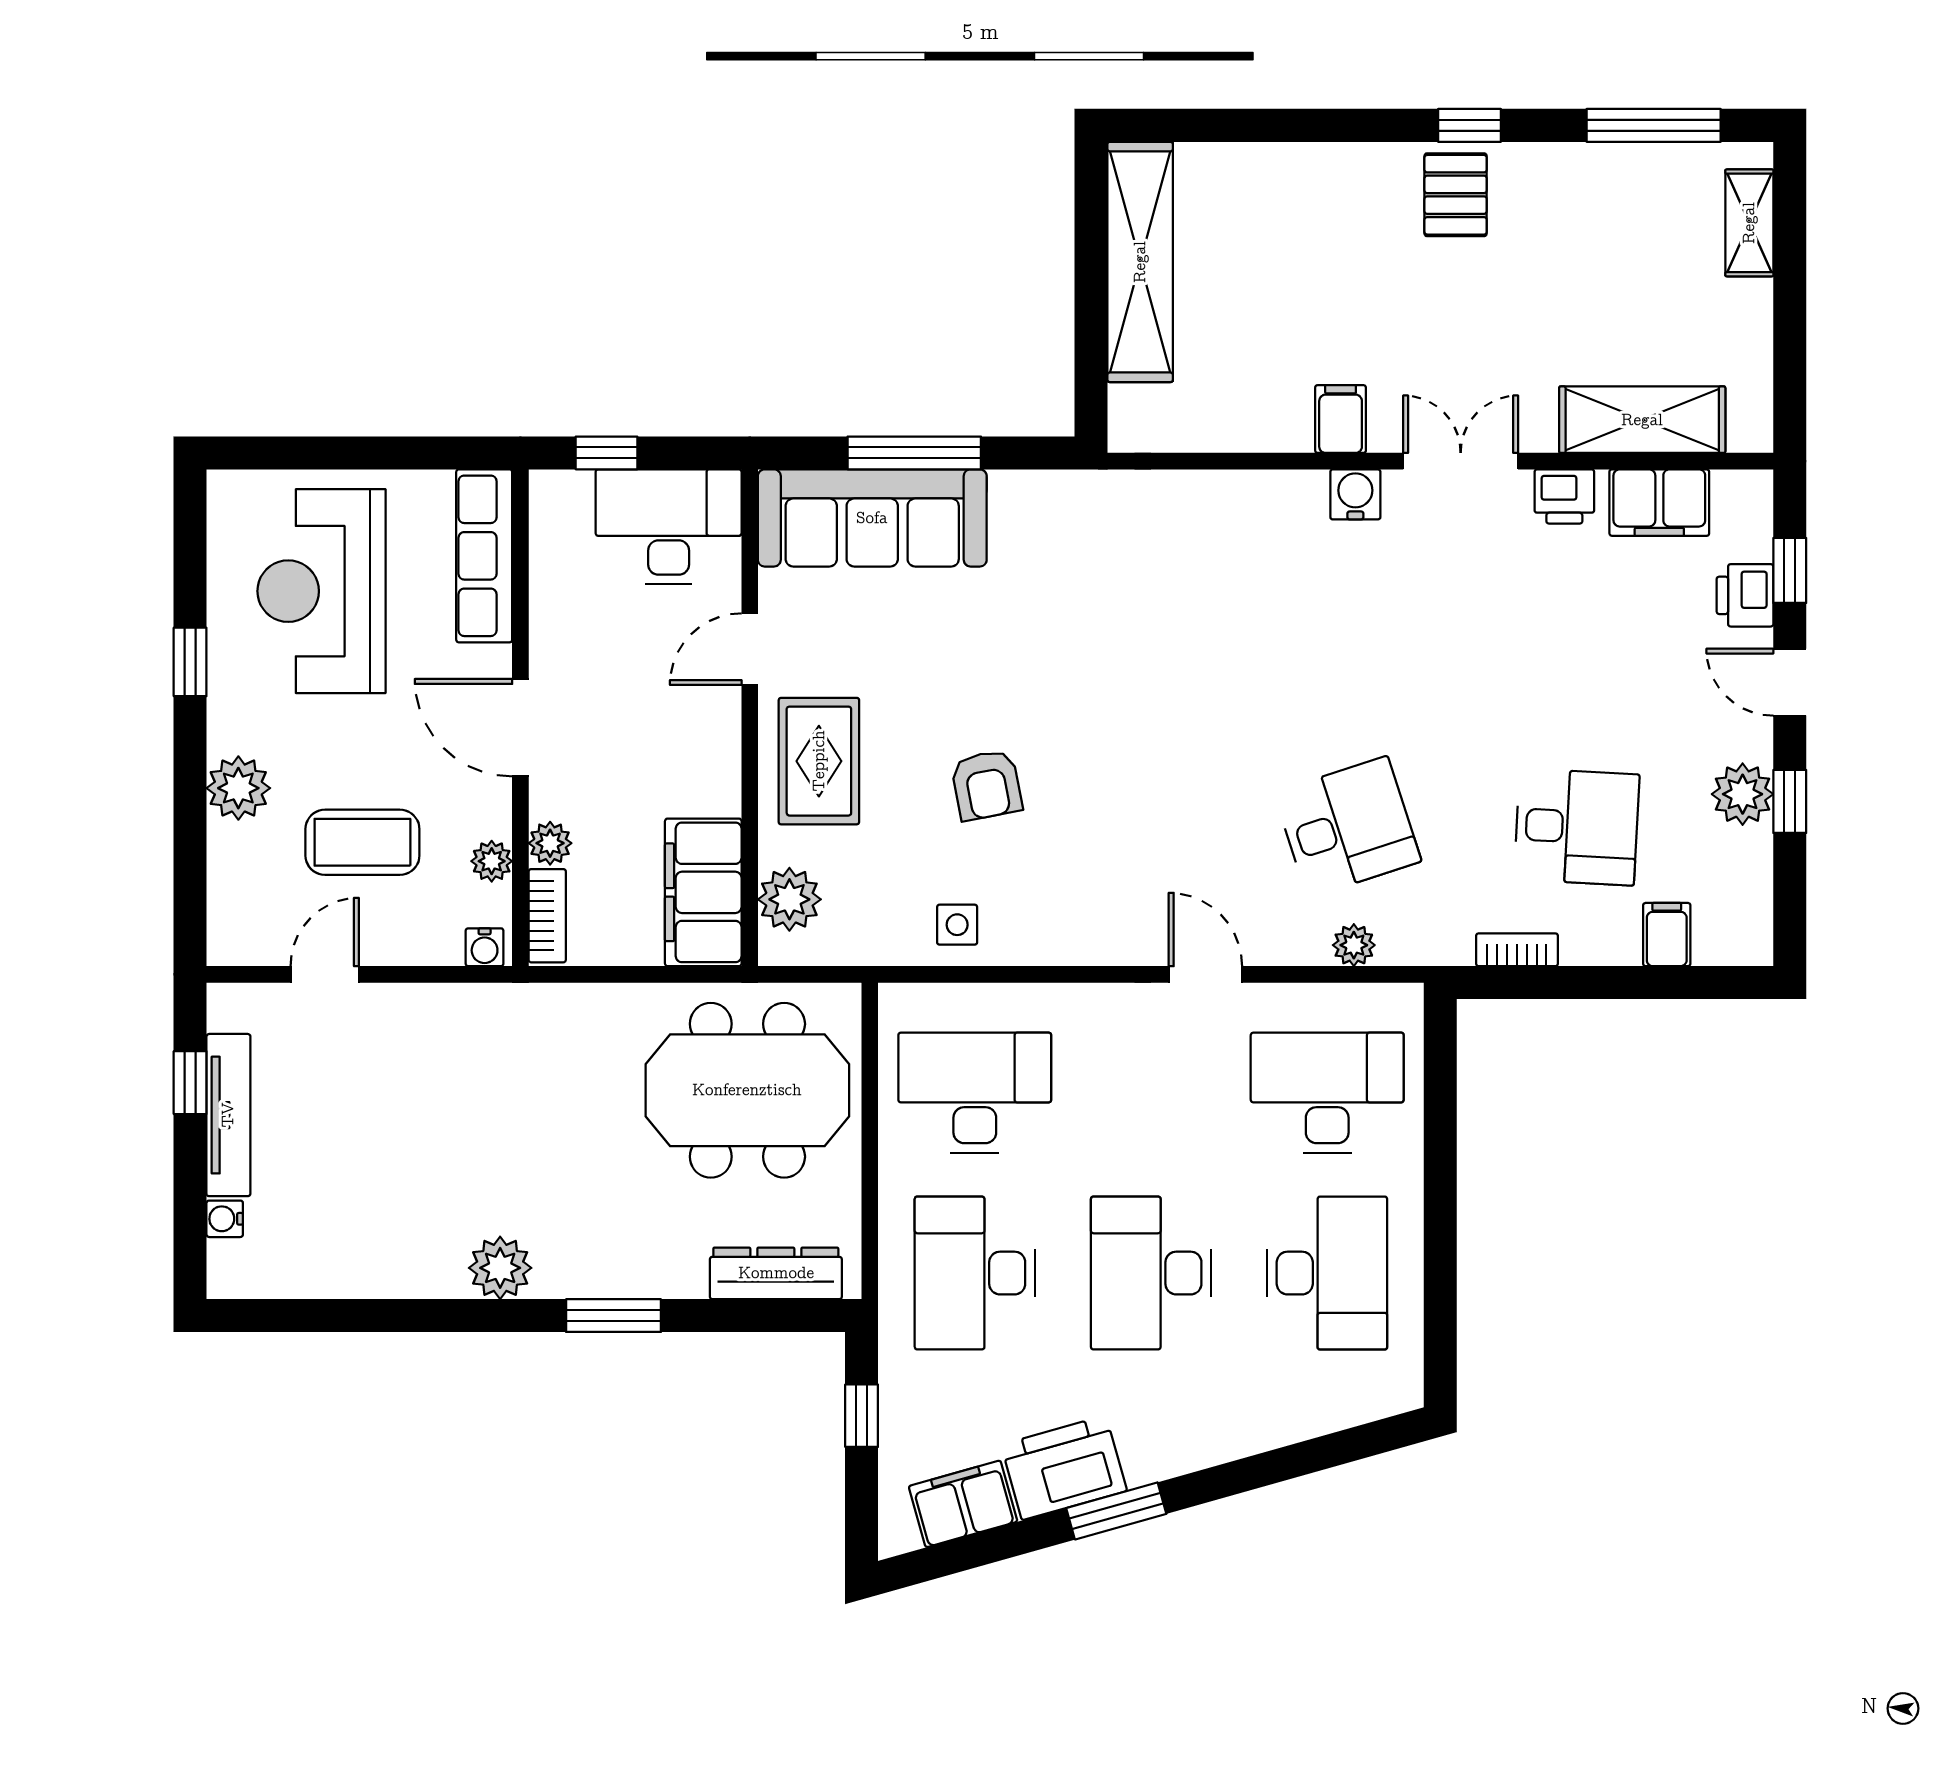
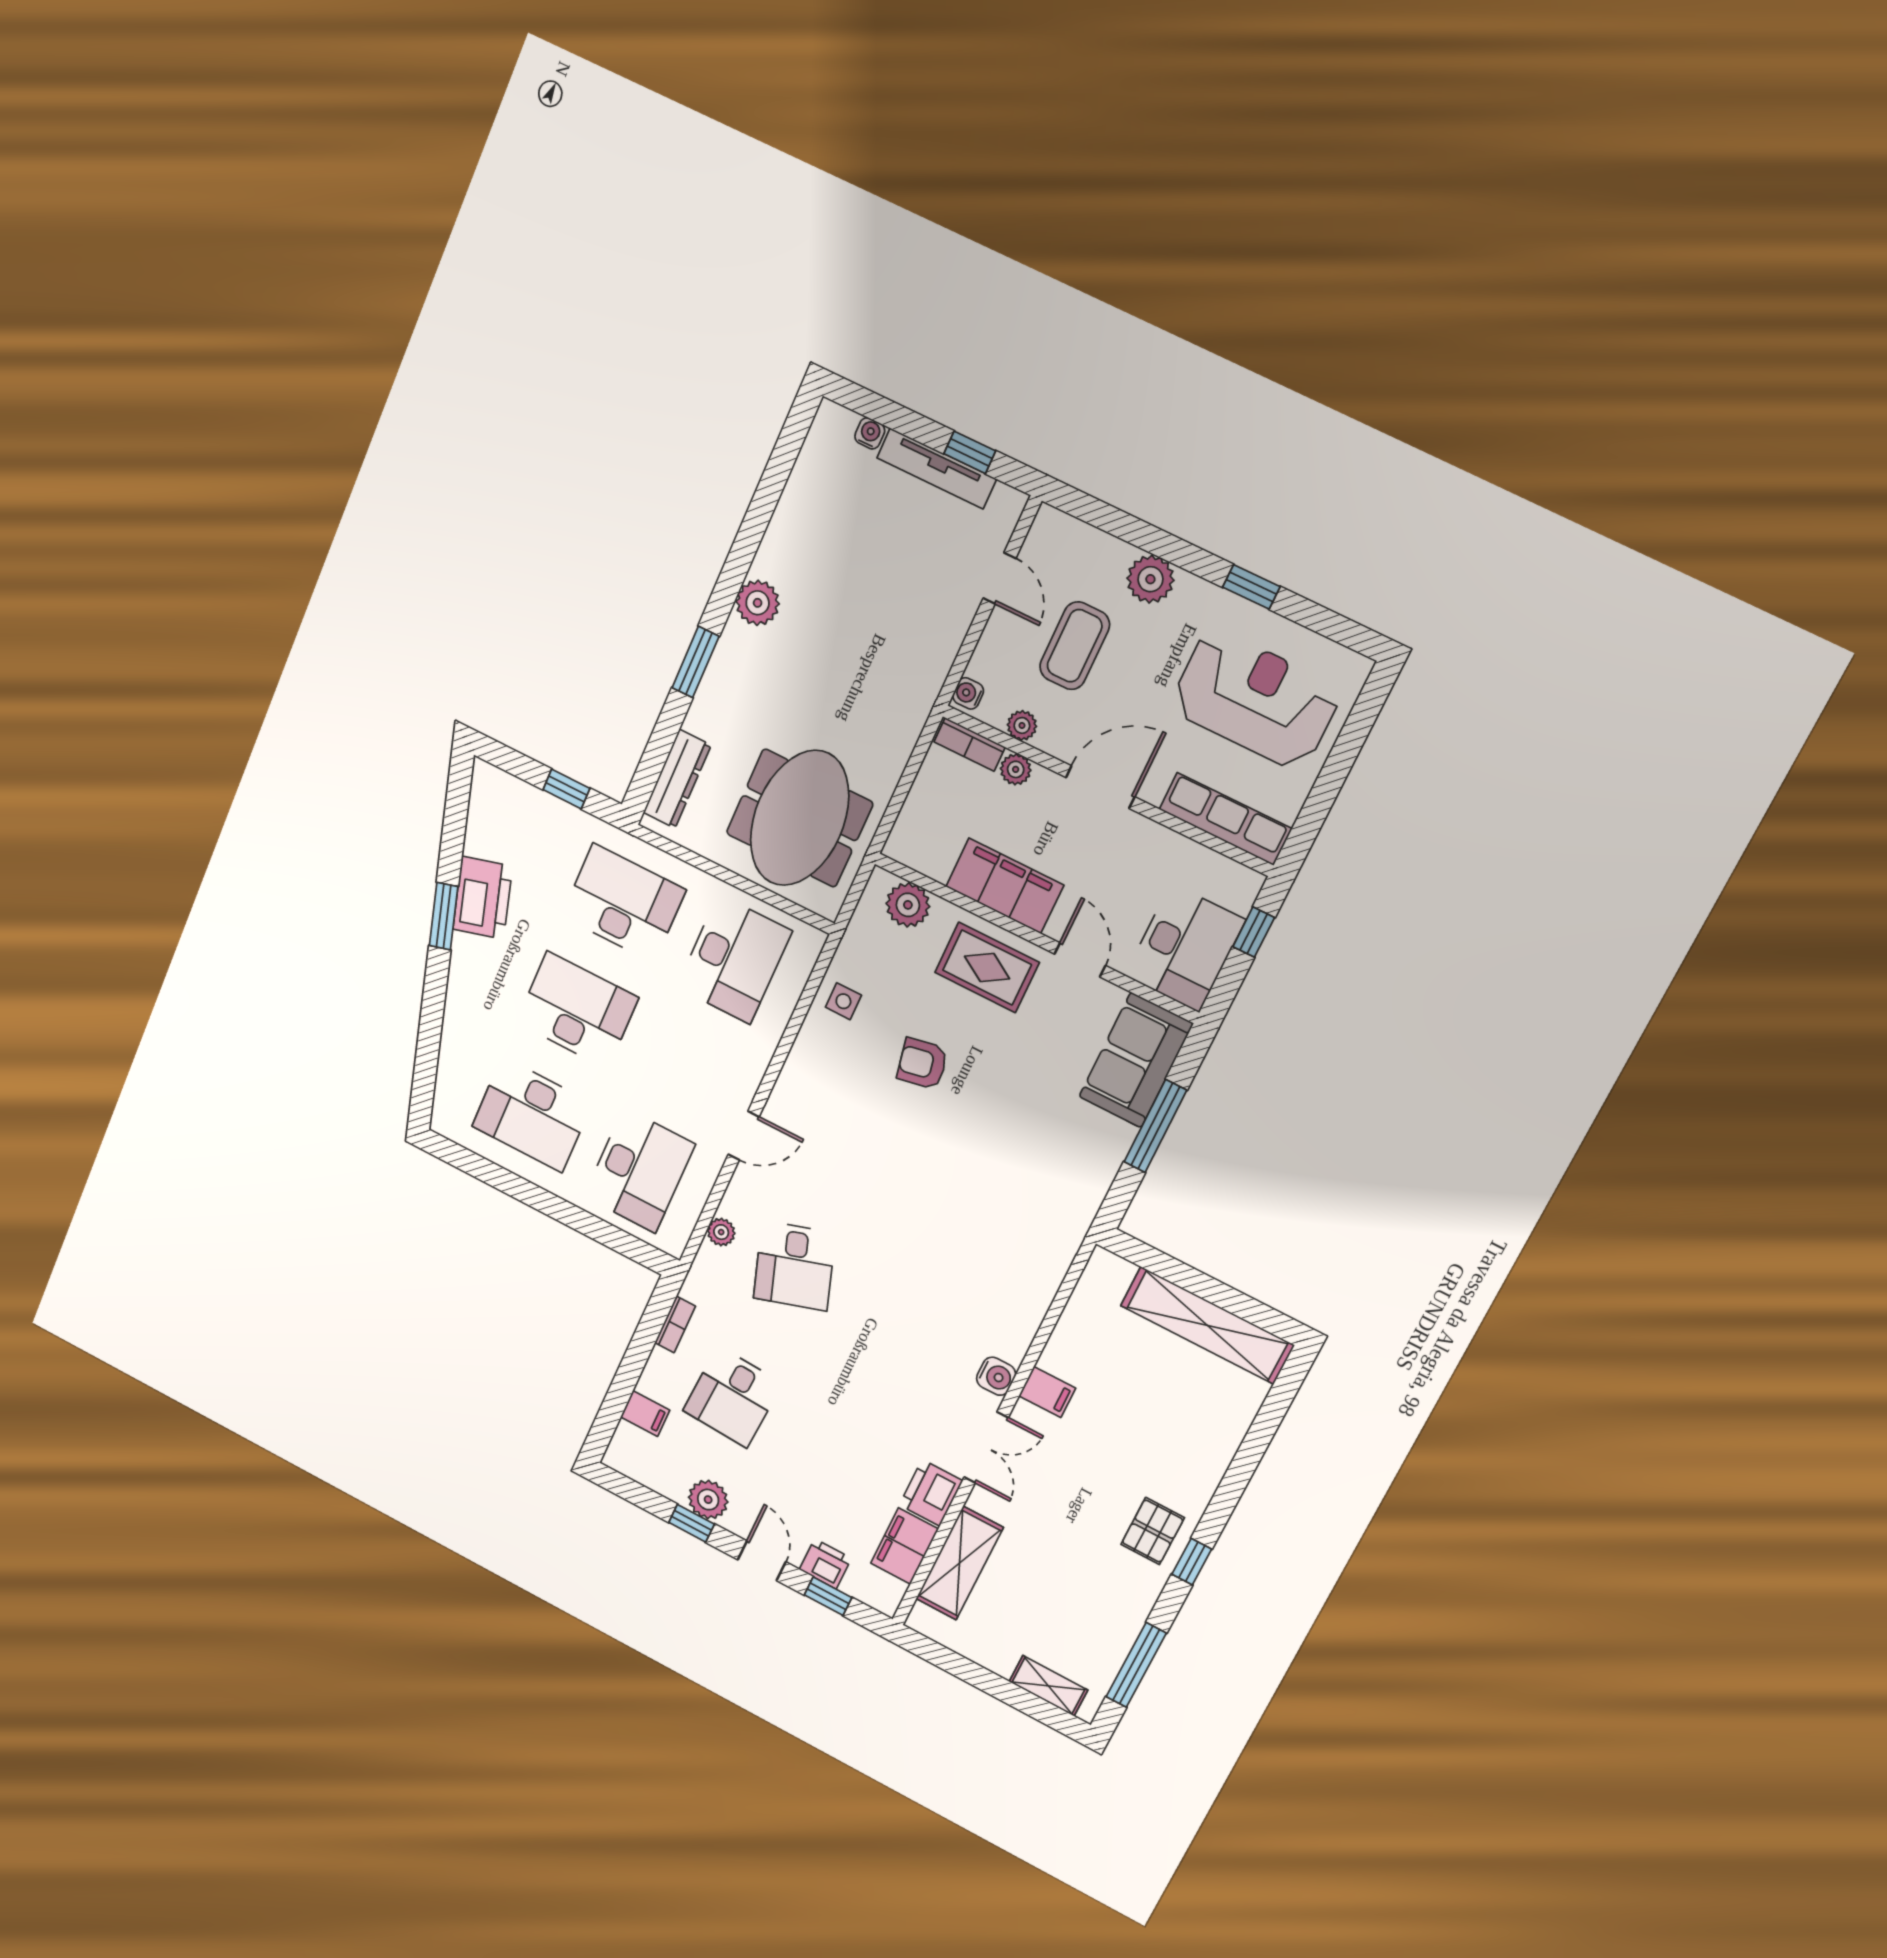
pallet: (1456, 195) -> (1153, 1531), turned 90
printer: (1564, 496) -> (931, 1493), width x1.36, depth x1.24
sofa: (872, 518) -> (1136, 1060), width x0.73
door: (1790, 682) -> (762, 1561), hinge flipped
filing cabinet: (703, 892) -> (1005, 886), moved
filing cabinet: (963, 1504) -> (487, 825), removed

